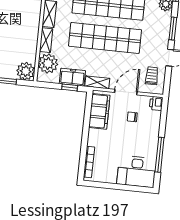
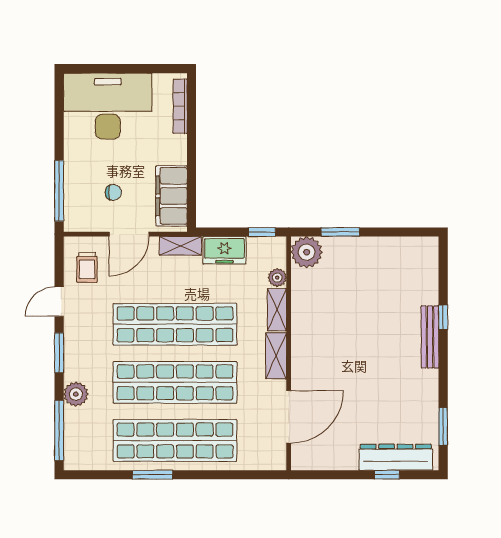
plant: (48, 64) -> (277, 278), width x0.53, depth x0.53
window: (70, 87) -> (262, 232), moved
printer: (156, 103) -> (74, 220), removed
window: (160, 155) -> (59, 191), moved
desk: (137, 171) -> (108, 106), width x1.36, depth x1.30

